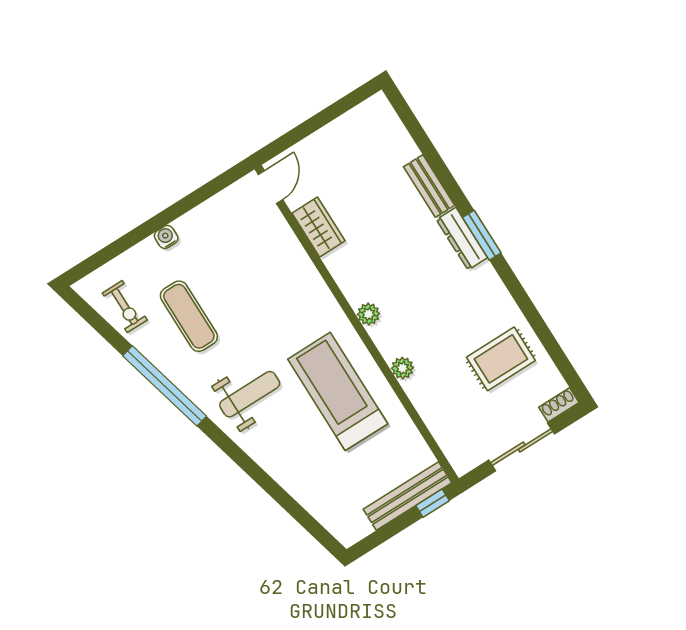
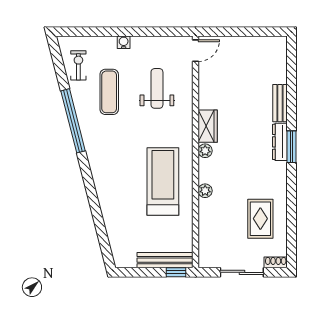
wardrobe: (318, 227) -> (208, 126), moved
exercise bike: (125, 307) -> (78, 65), turned 180
rug: (501, 359) -> (260, 219), turned 90
weight bench: (250, 394) -> (157, 88), moved, turned -90

